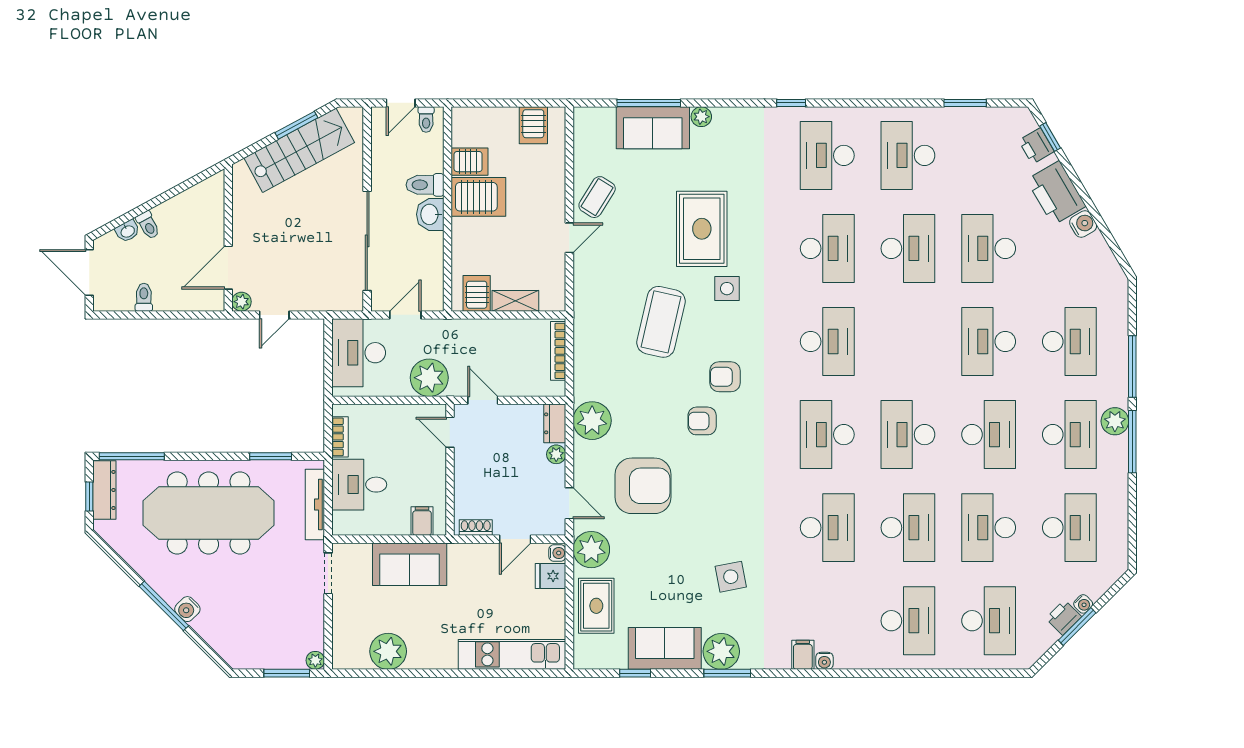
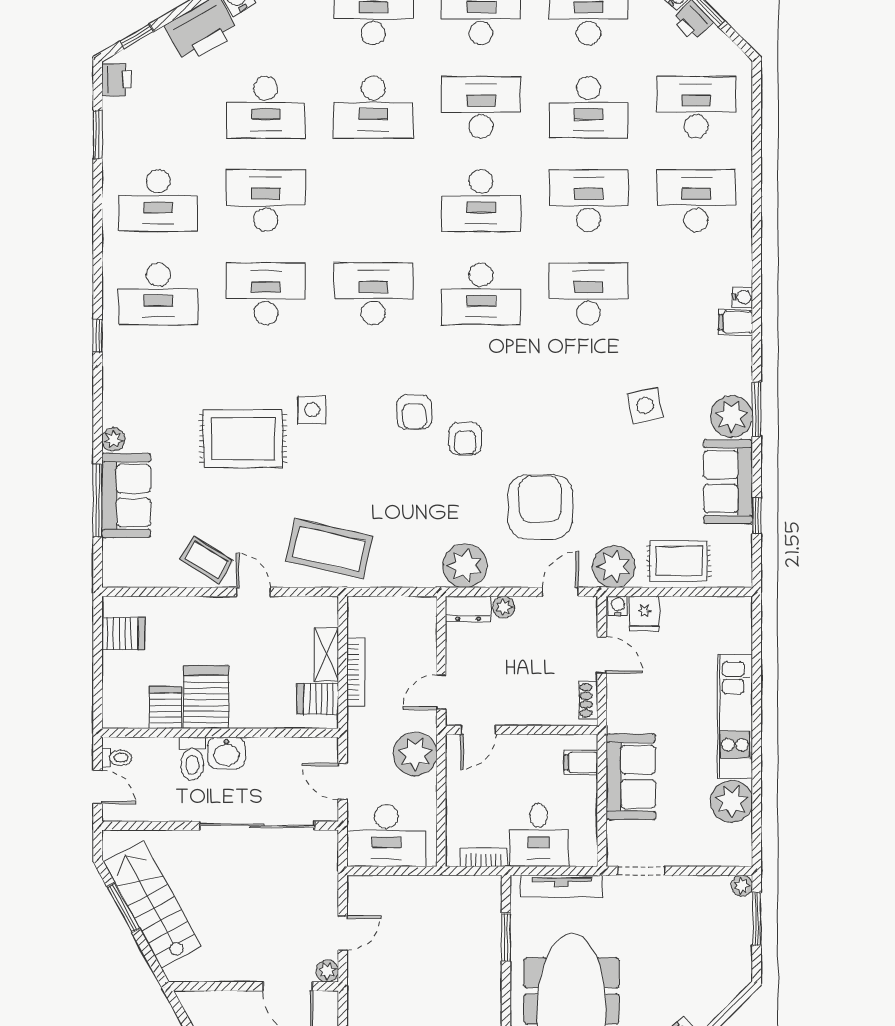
printer: (1036, 146) -> (117, 80), moved, turned -60
door: (274, 315) -> (343, 933), hinge flipped
coffee table: (661, 322) -> (329, 549), moved
bookcase: (558, 351) -> (356, 672), moved, turned -90
kitchen unit: (512, 654) -> (735, 716), moved

